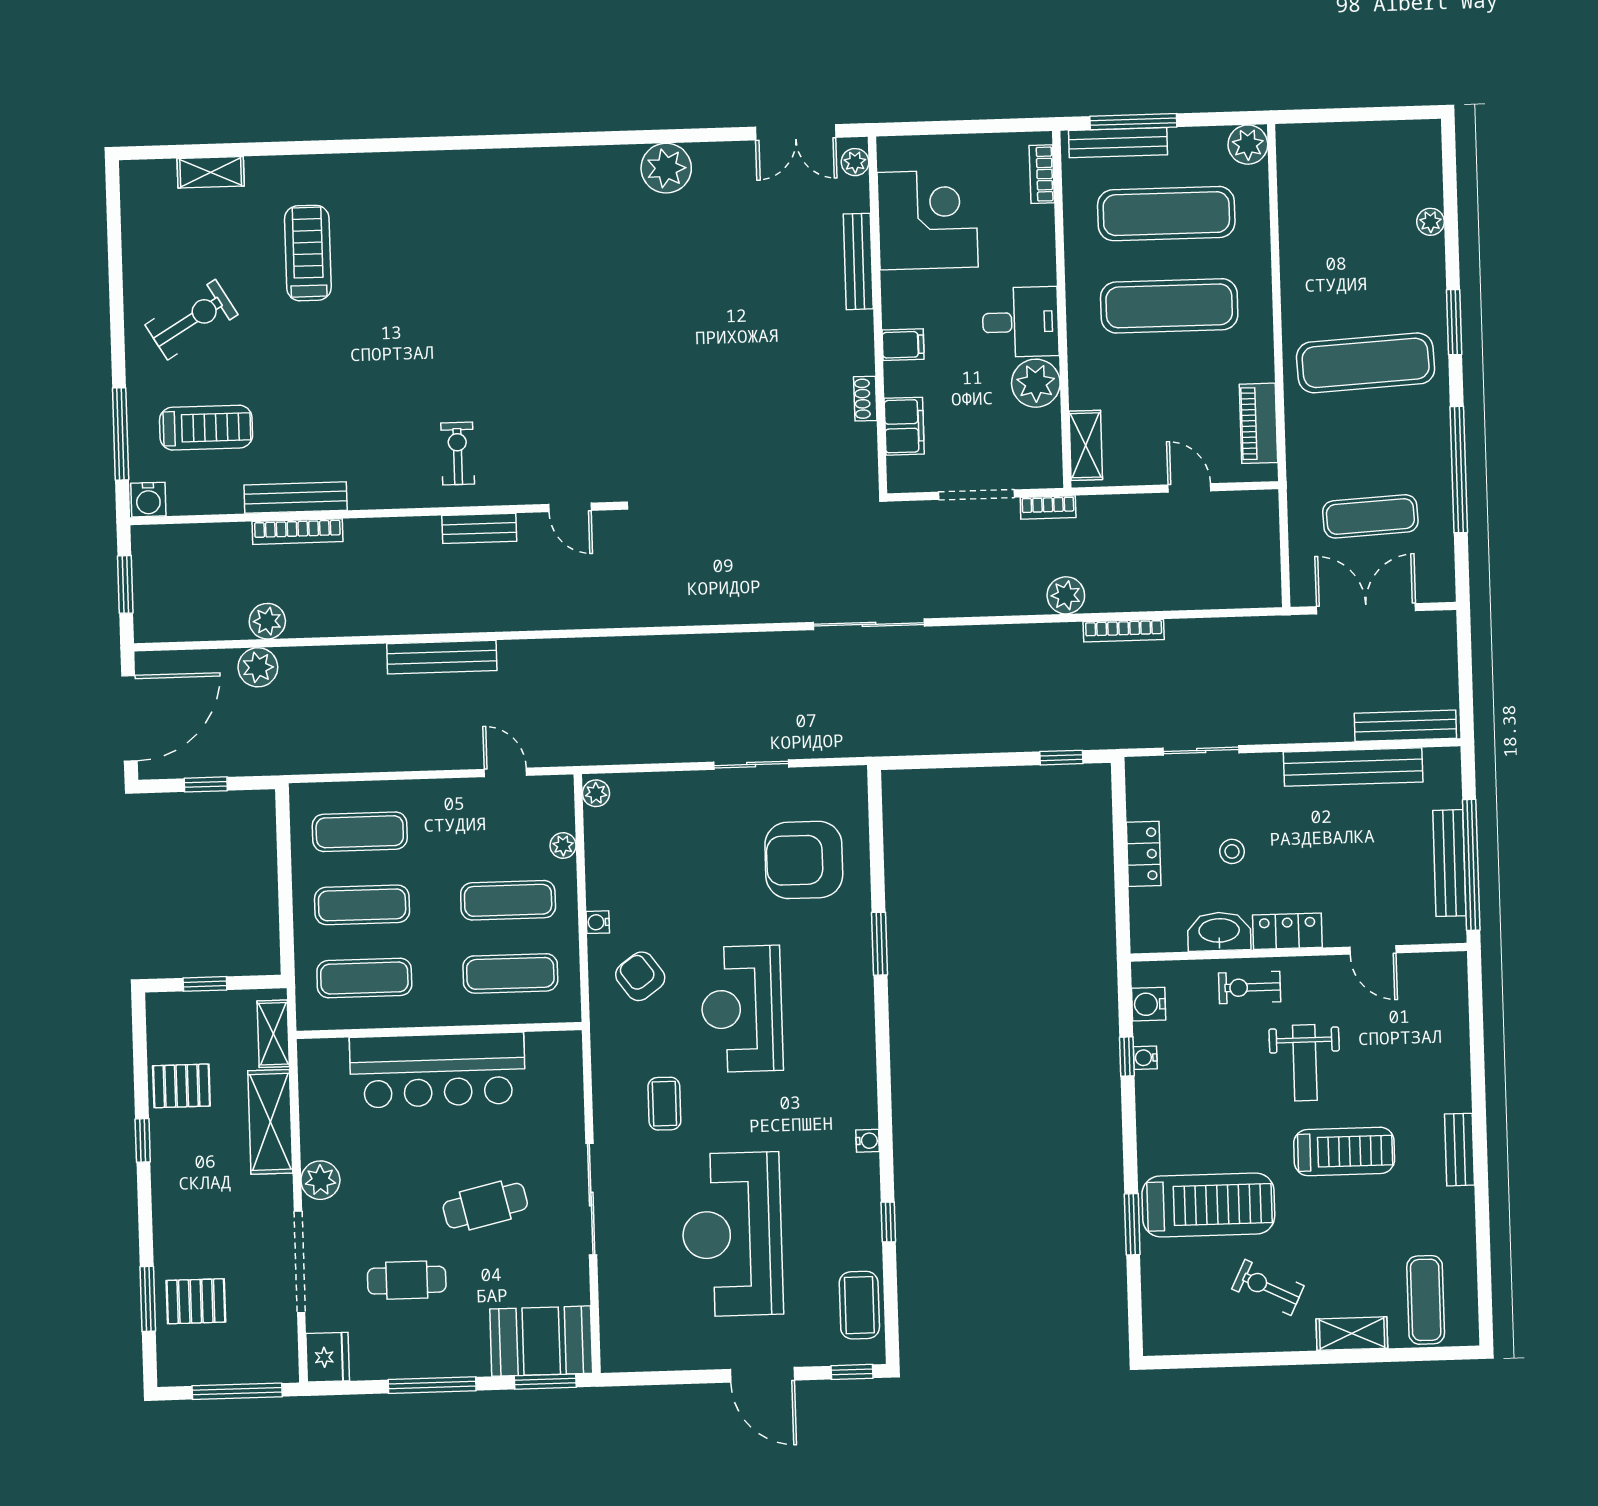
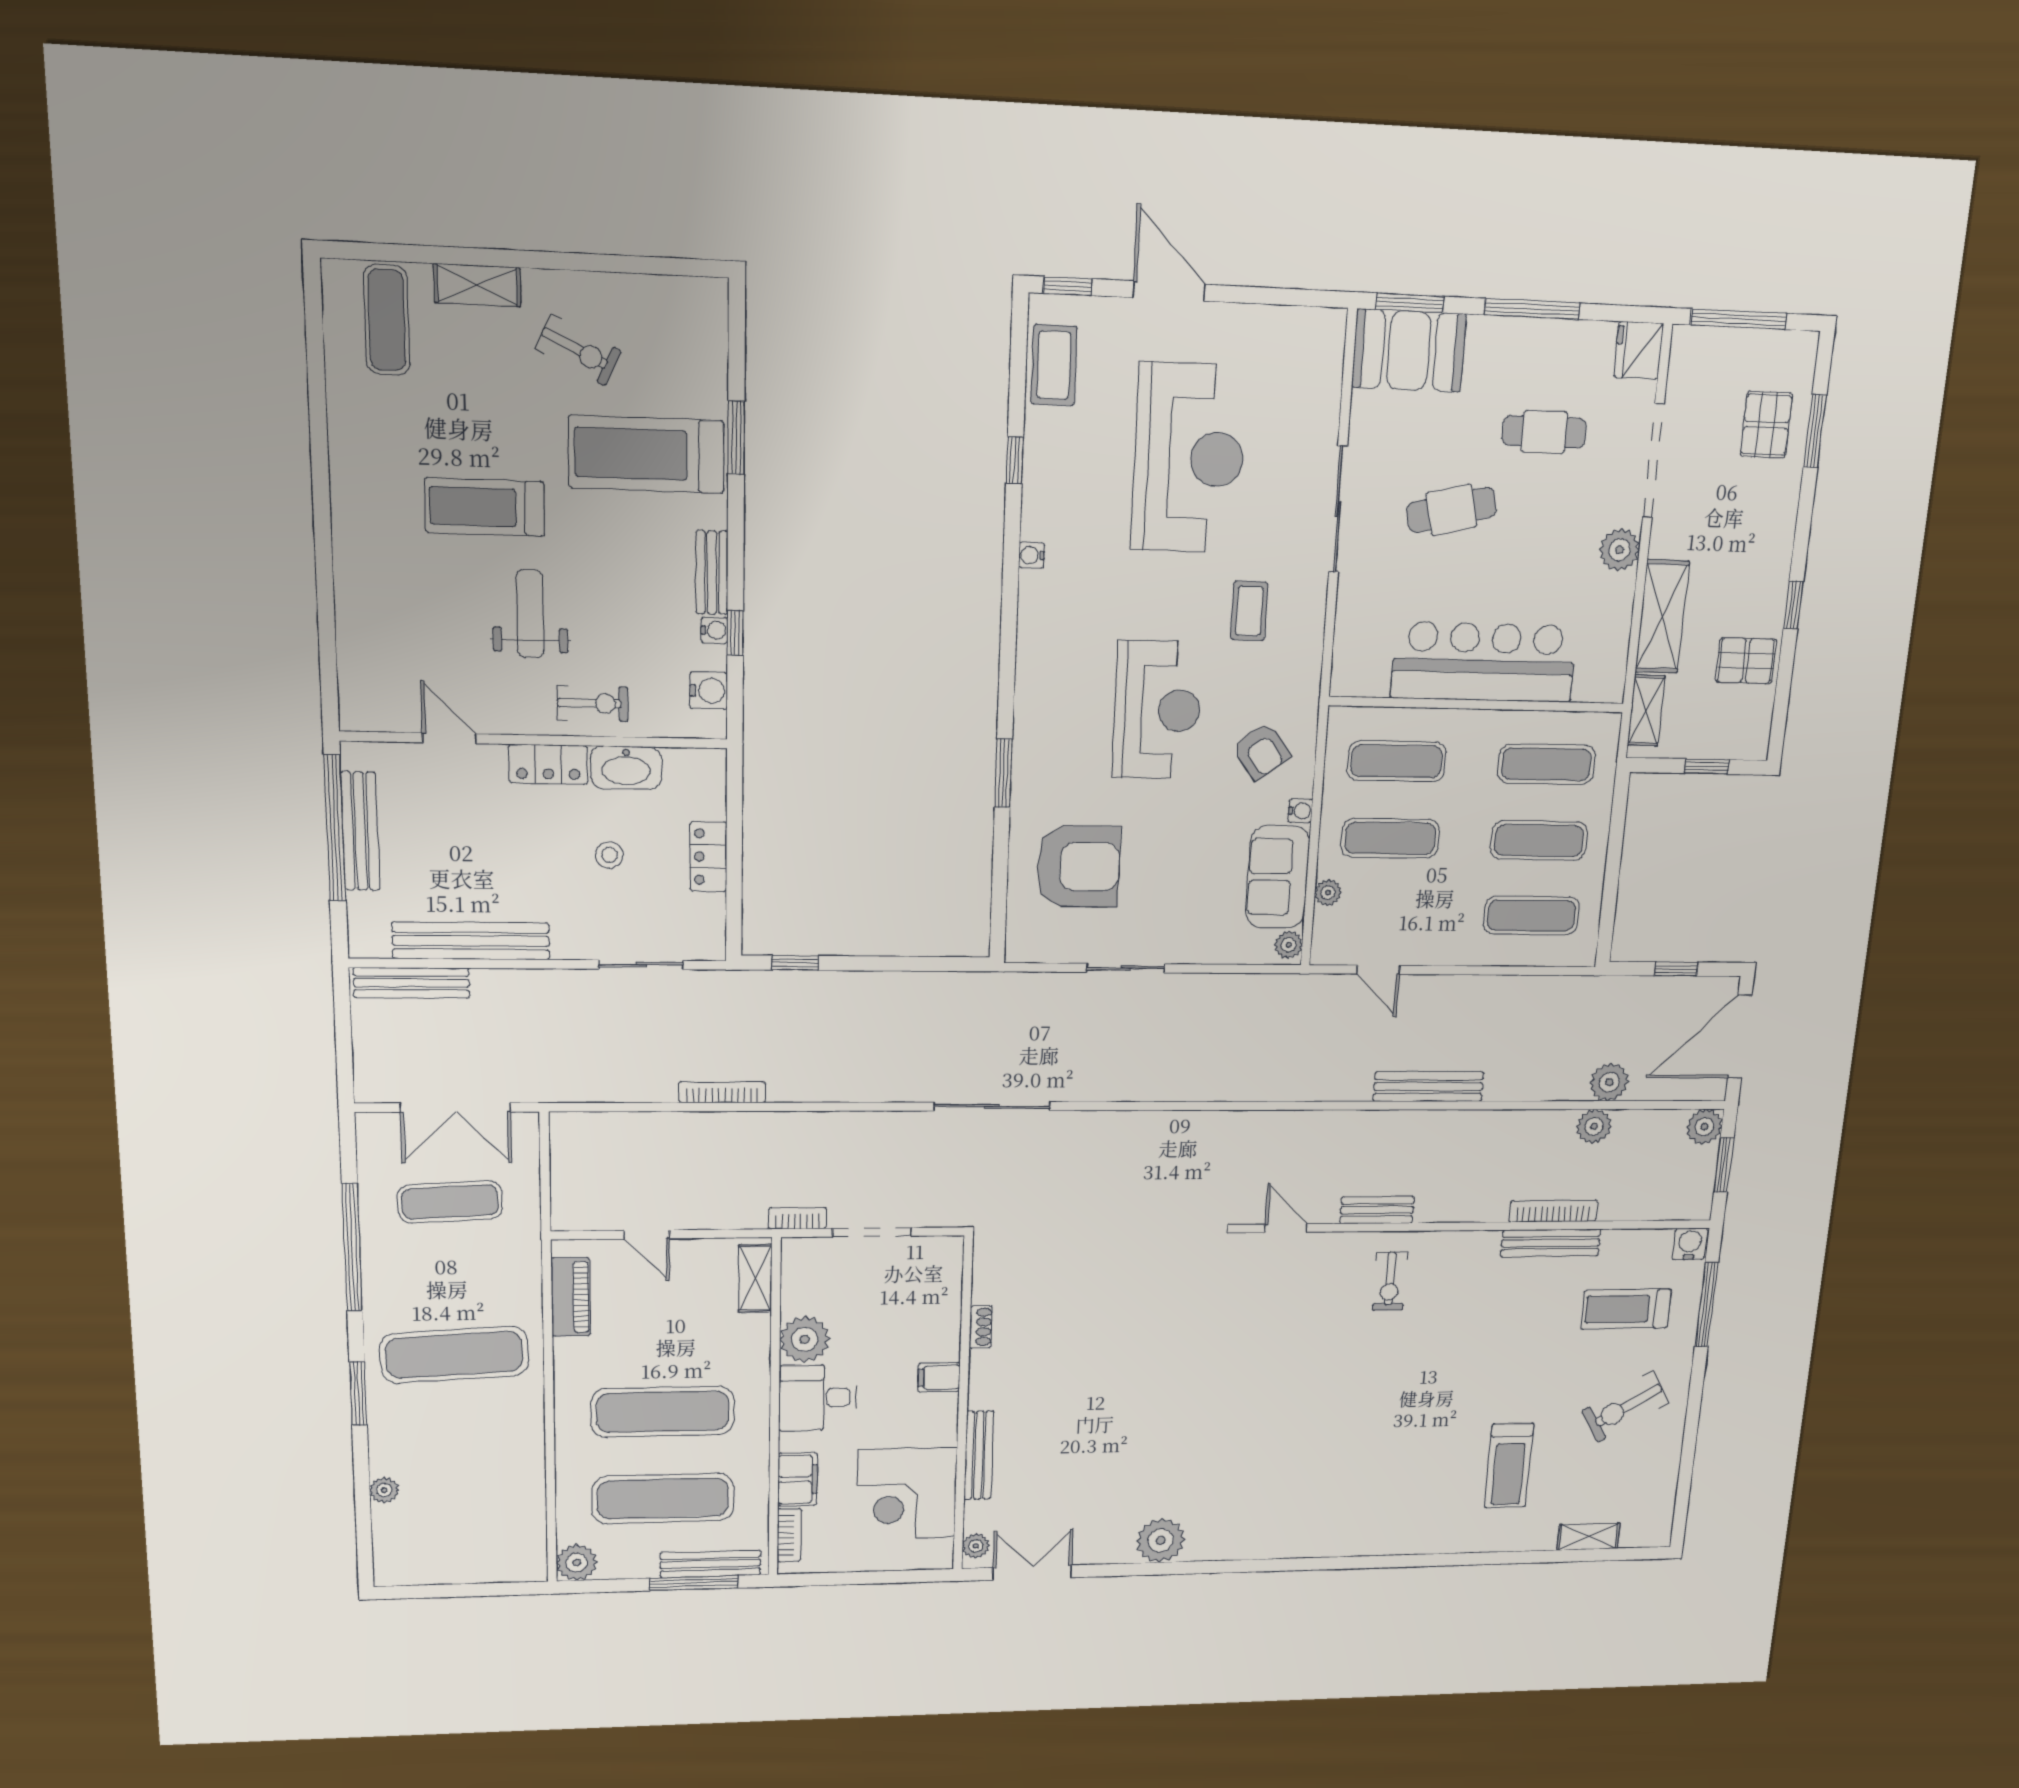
filing cabinet: (904, 426) -> (798, 1479), moved, turned 180
plant: (1066, 595) -> (1704, 1127), moved
sofa: (613, 858) -> (1278, 877), added
bench: (1460, 1150) -> (712, 573), moved
pallet: (196, 1301) -> (1766, 425), turned 90

